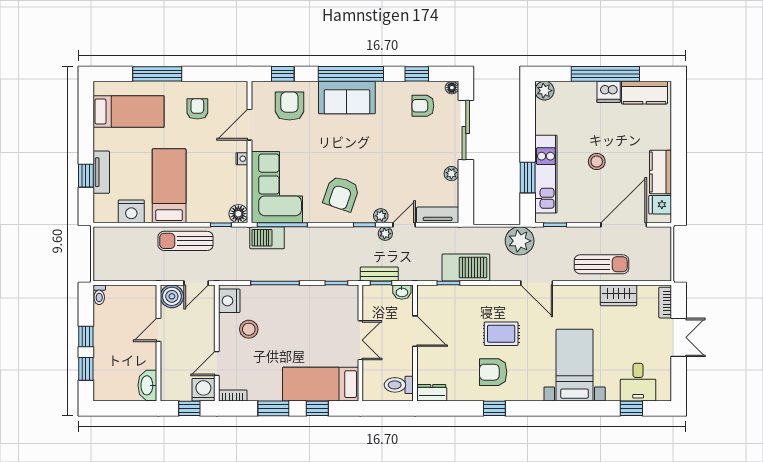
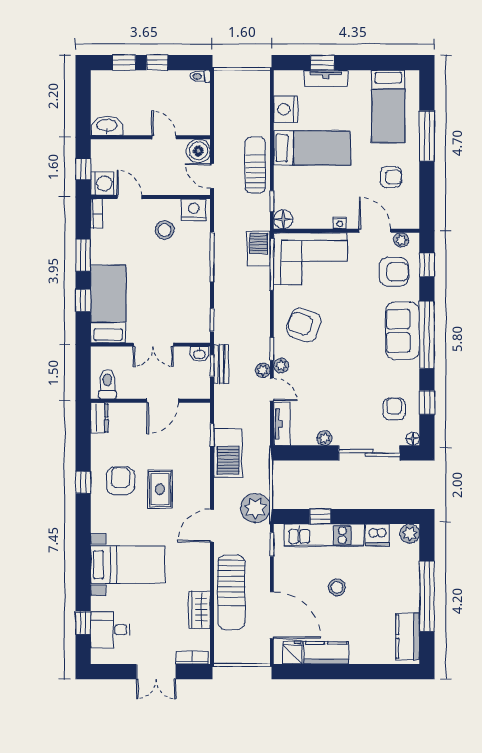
dishwasher: (609, 92) -> (377, 535), moved, turned -90
plant: (258, 99) -> (401, 240), added
window: (528, 178) -> (320, 516), width x0.67
sun lounger: (602, 264) -> (231, 592), width x1.36, depth x1.34
washbasin: (402, 292) -> (199, 354), moved, turned -90

